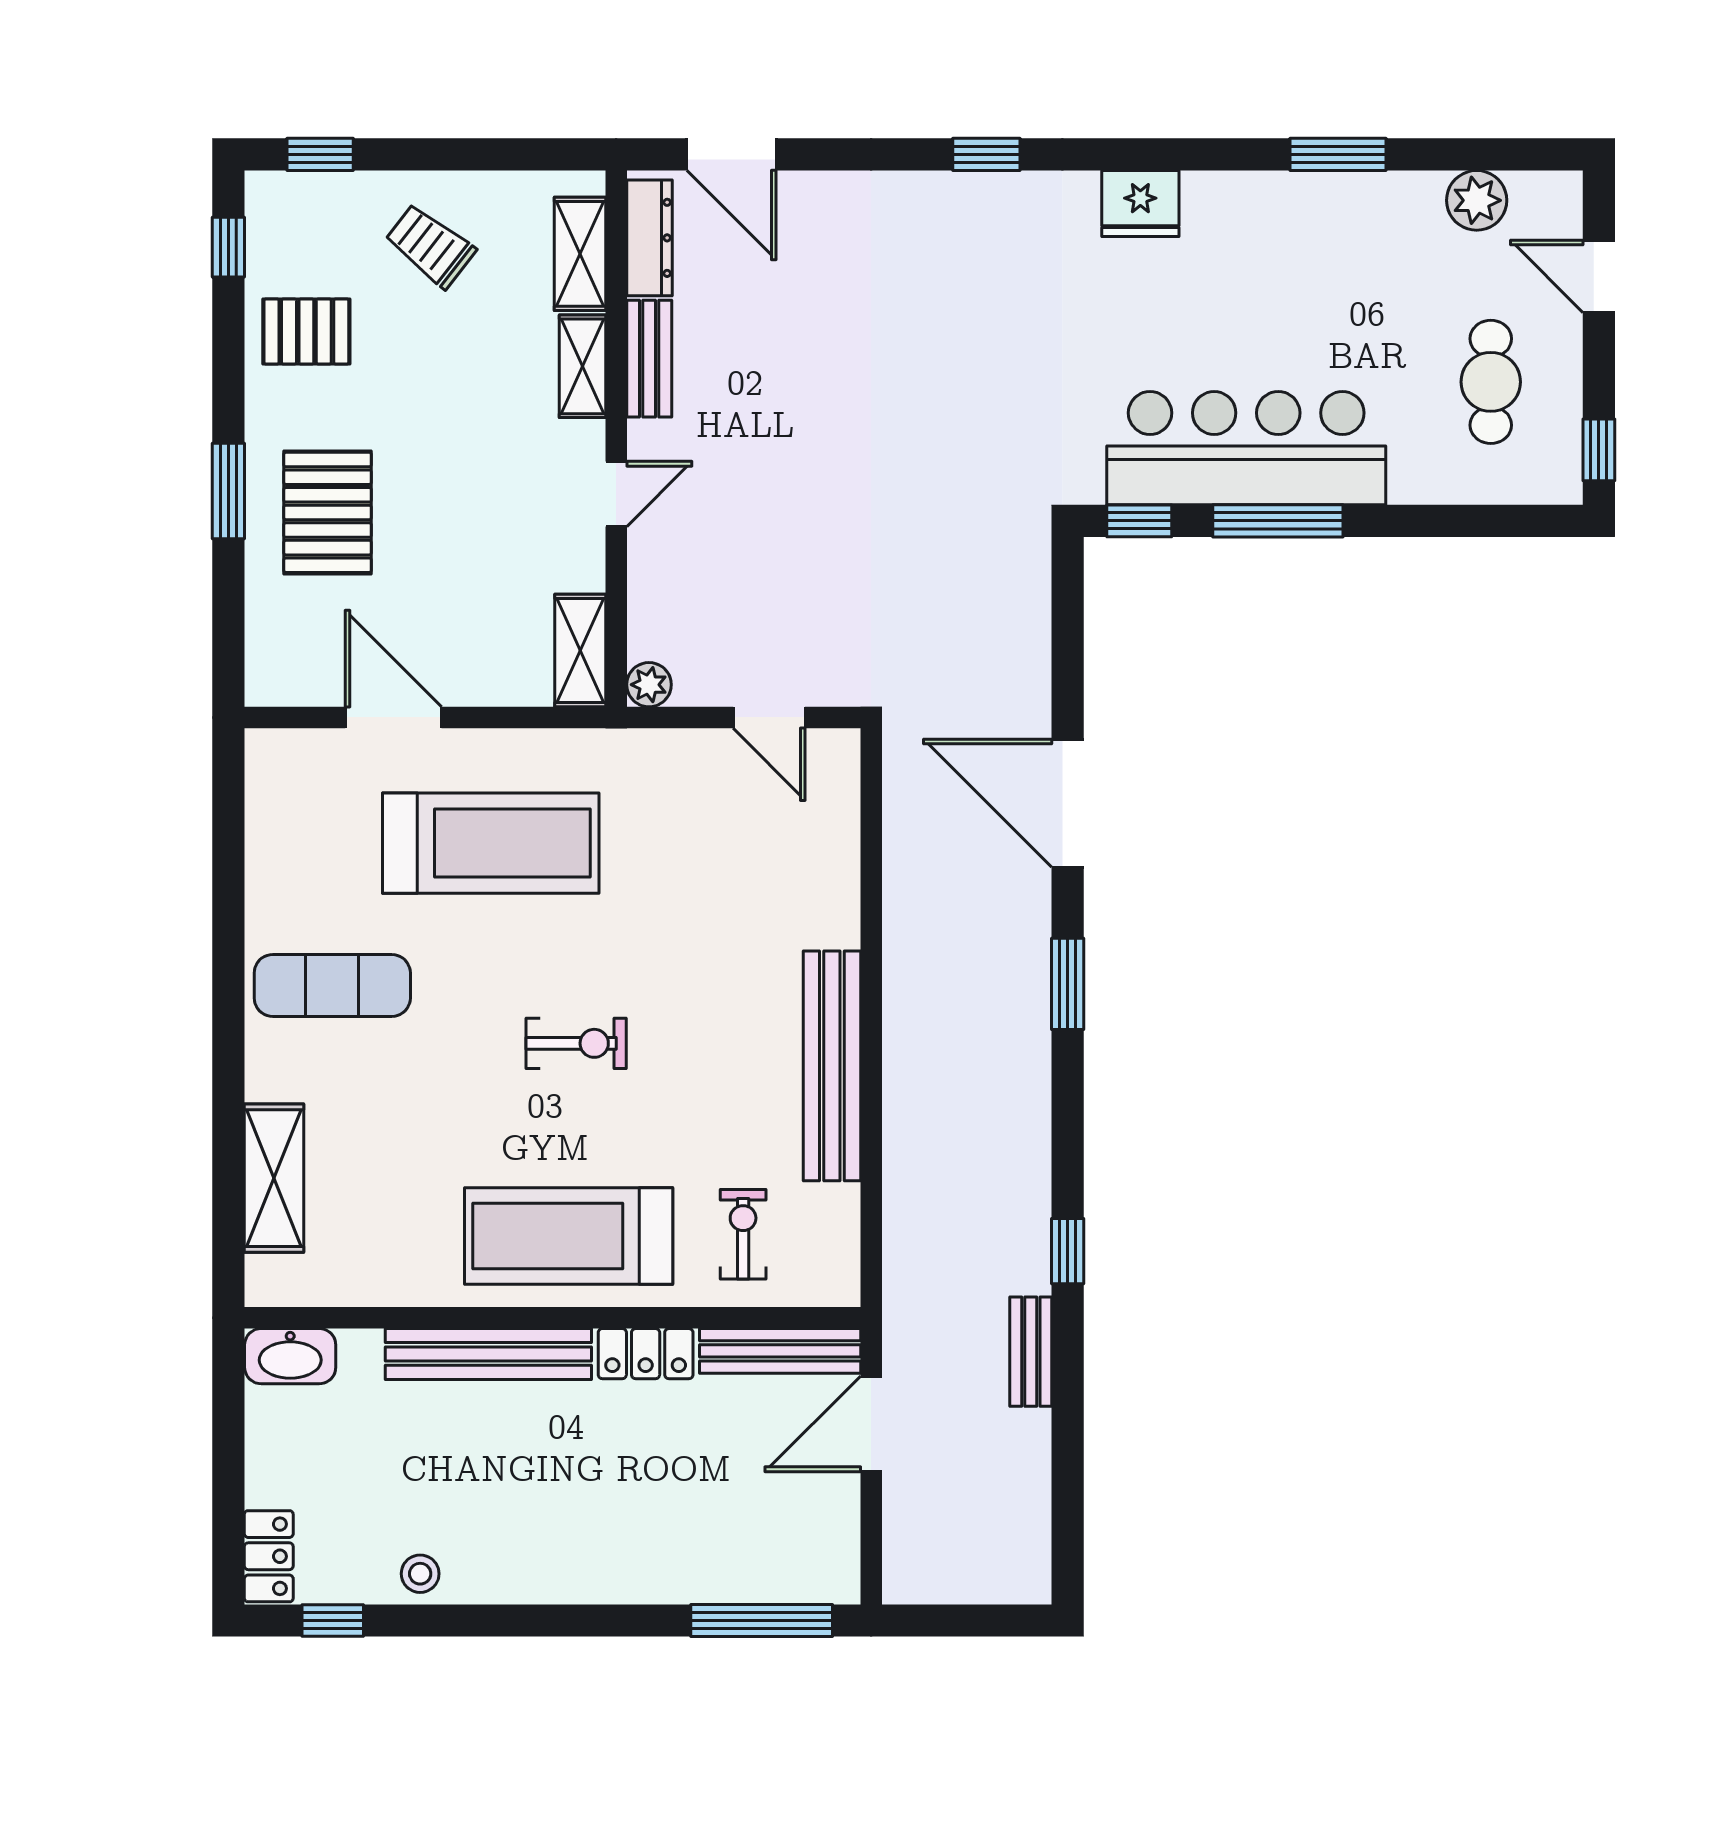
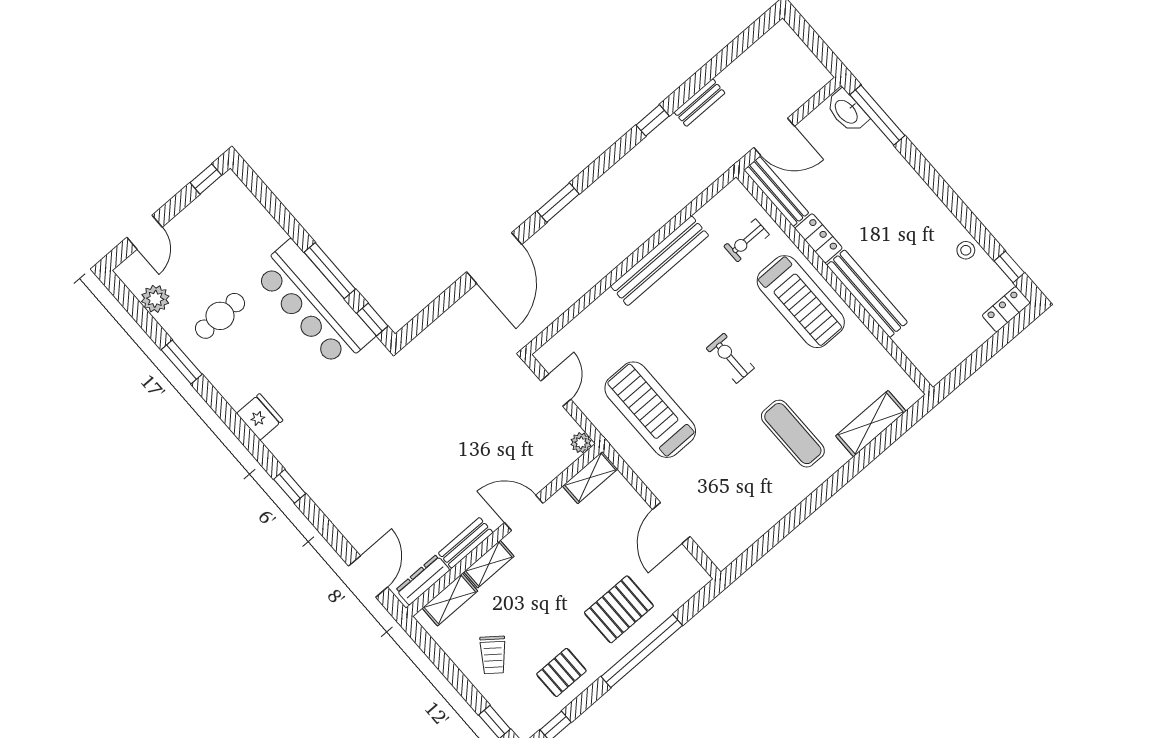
pallet: (306, 332) -> (561, 672), turned 90
cafe table: (1491, 382) -> (220, 316), moved
window: (228, 491) -> (642, 651), width x2.11
door: (616, 494) -> (524, 513), width x1.38
treadmill: (491, 843) -> (650, 410), moved
exercise mat: (332, 985) -> (793, 434), moved
washbasin: (290, 1356) -> (847, 111), moved, turned 180

